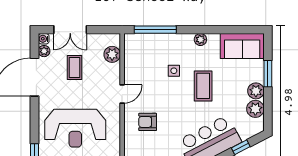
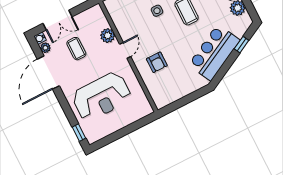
plant: (112, 54) -> (108, 36), moved
armchair: (148, 122) -> (157, 62), turned -90

